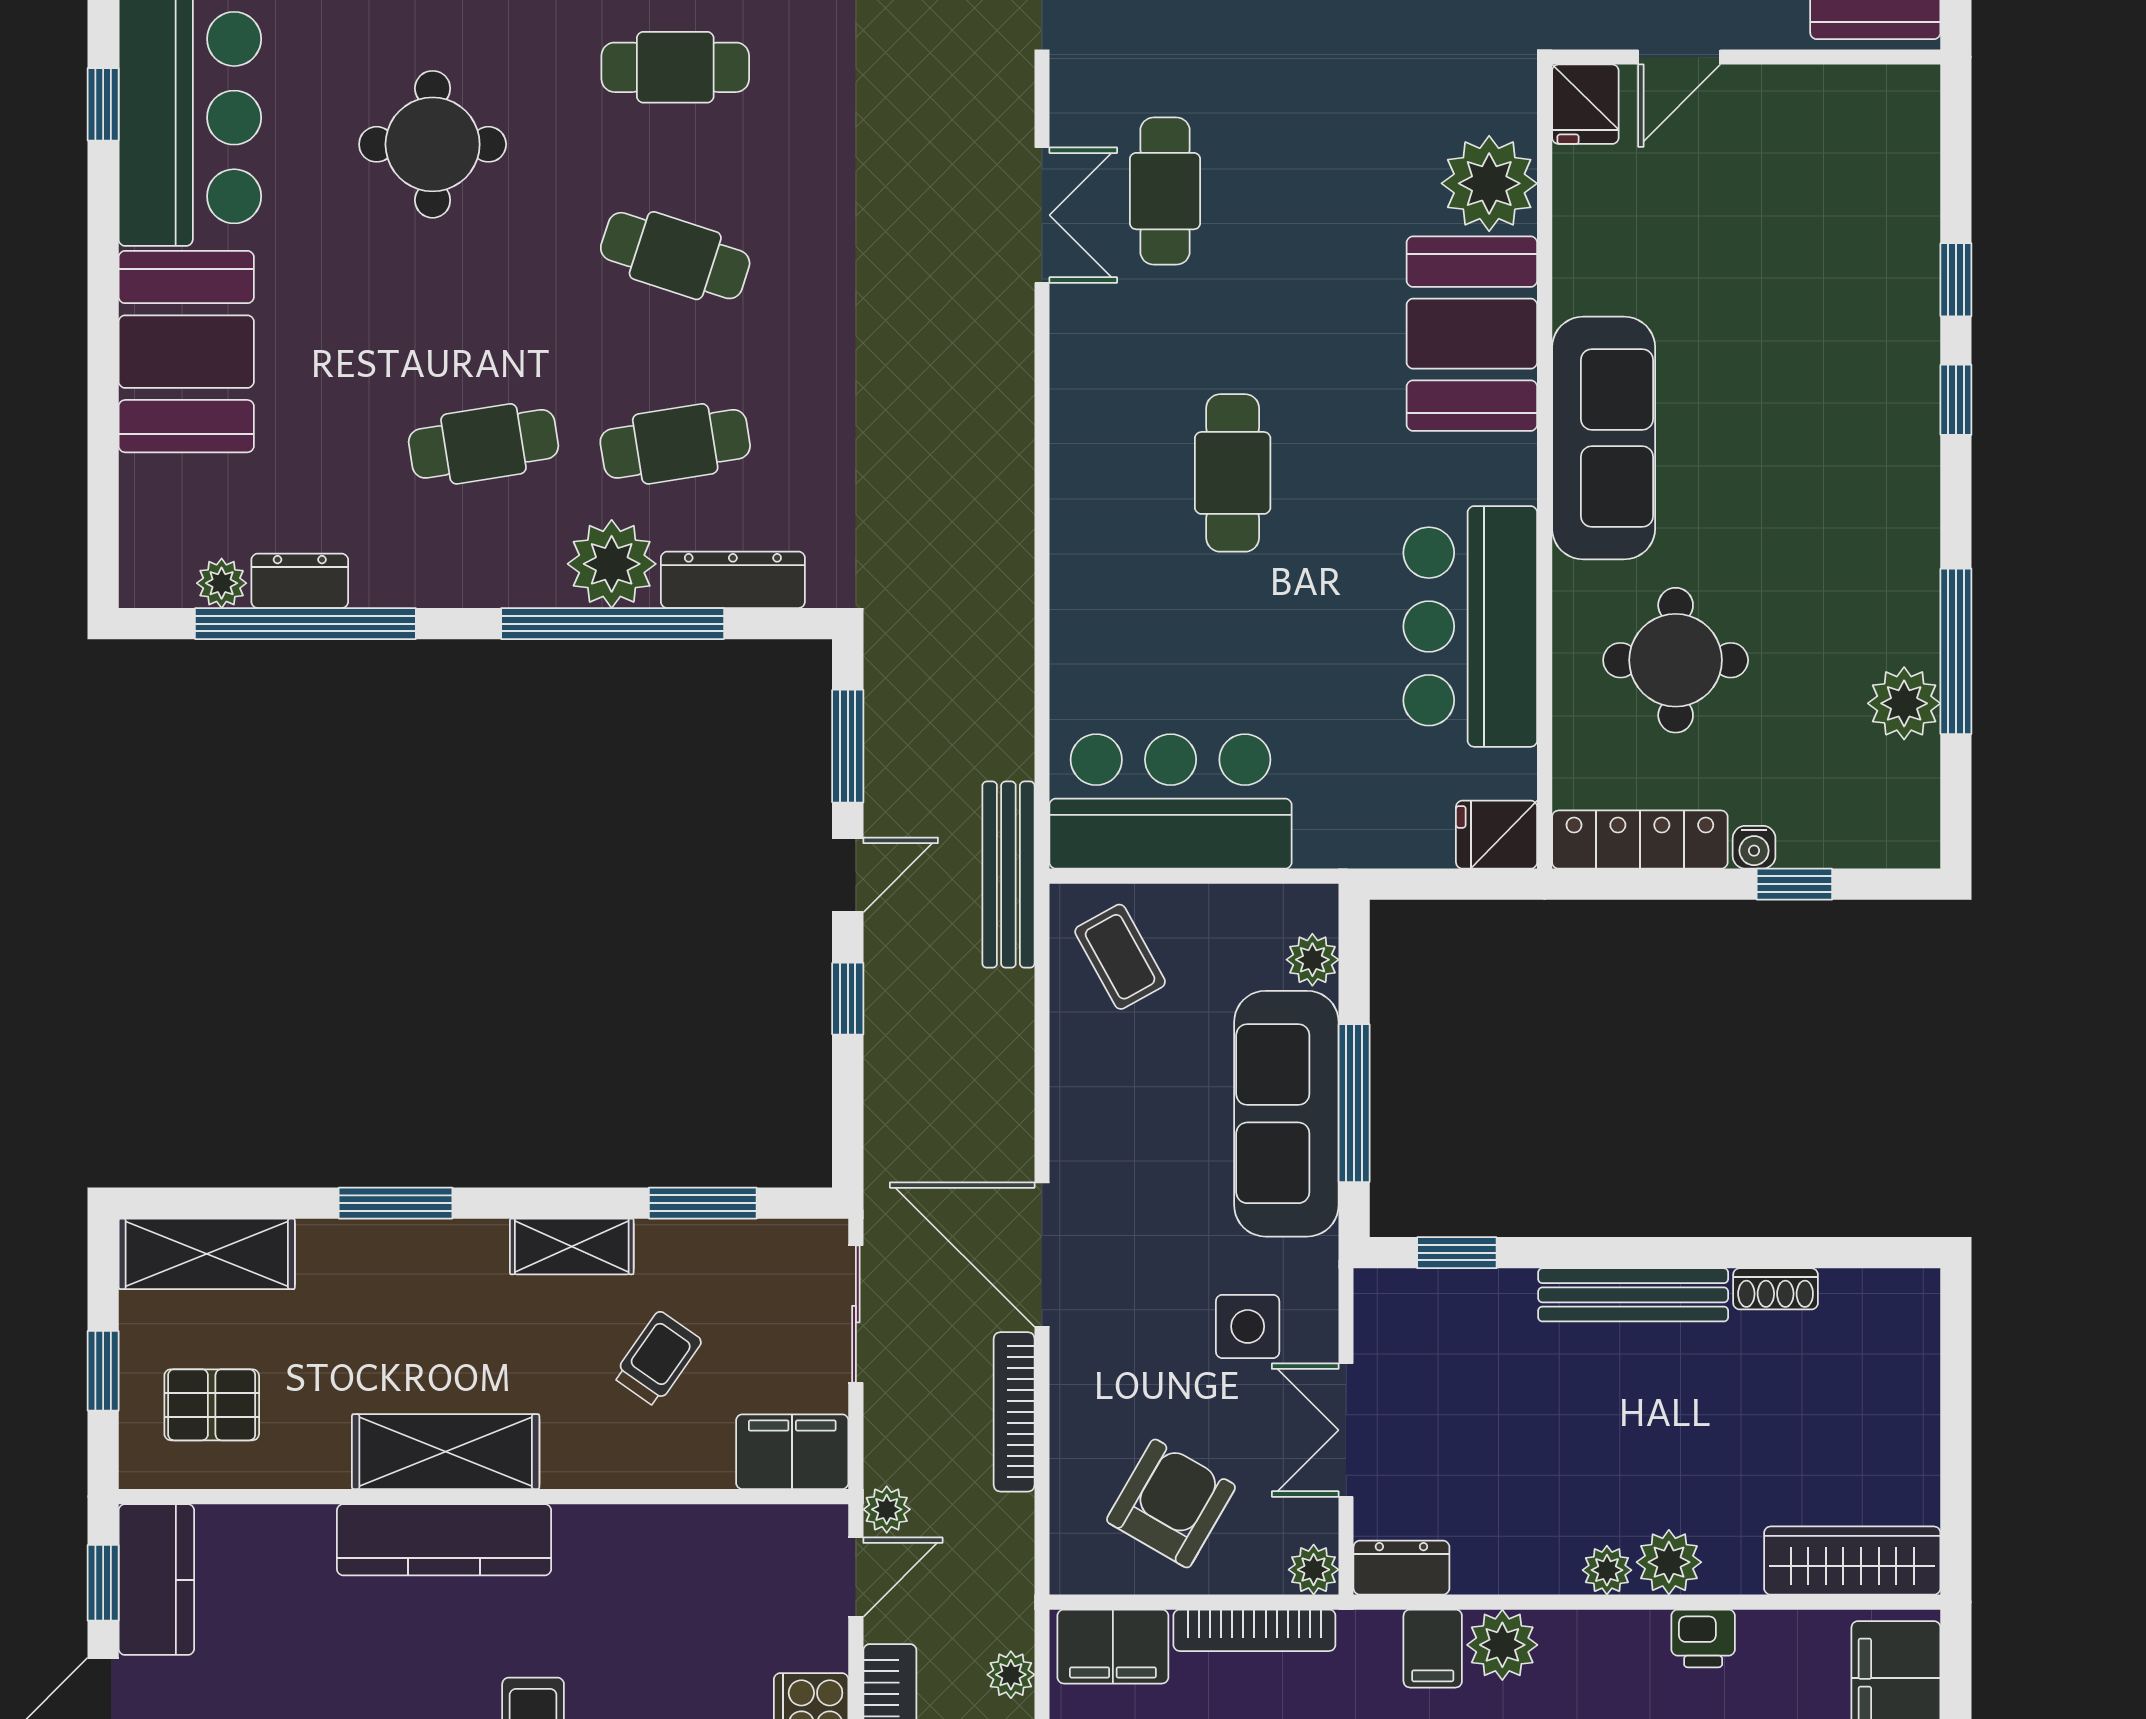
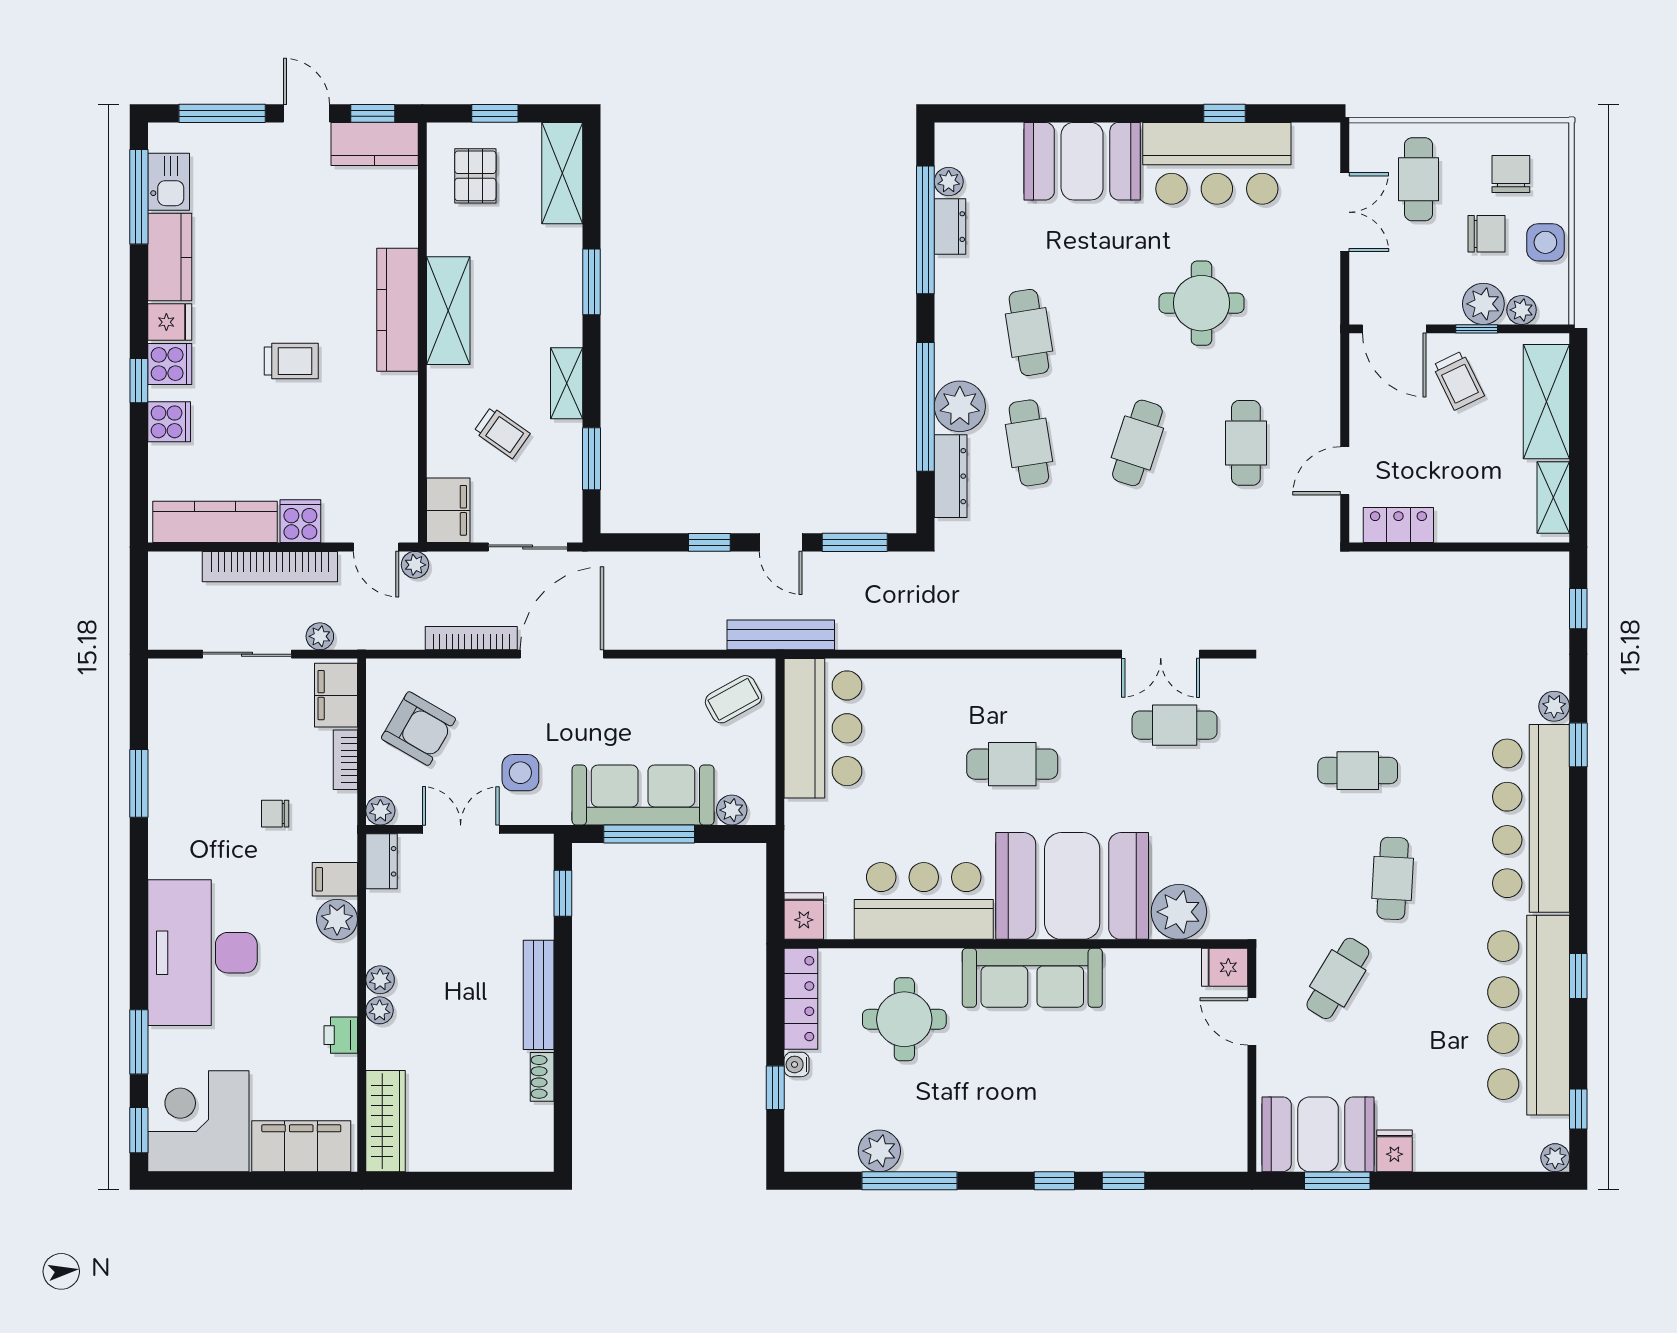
booth: (1472, 334) -> (1072, 886), width x1.36, depth x1.42
plant: (1669, 1562) -> (380, 1010), width x0.73, depth x0.73
bookcase: (1254, 1630) -> (345, 760), width x0.64

